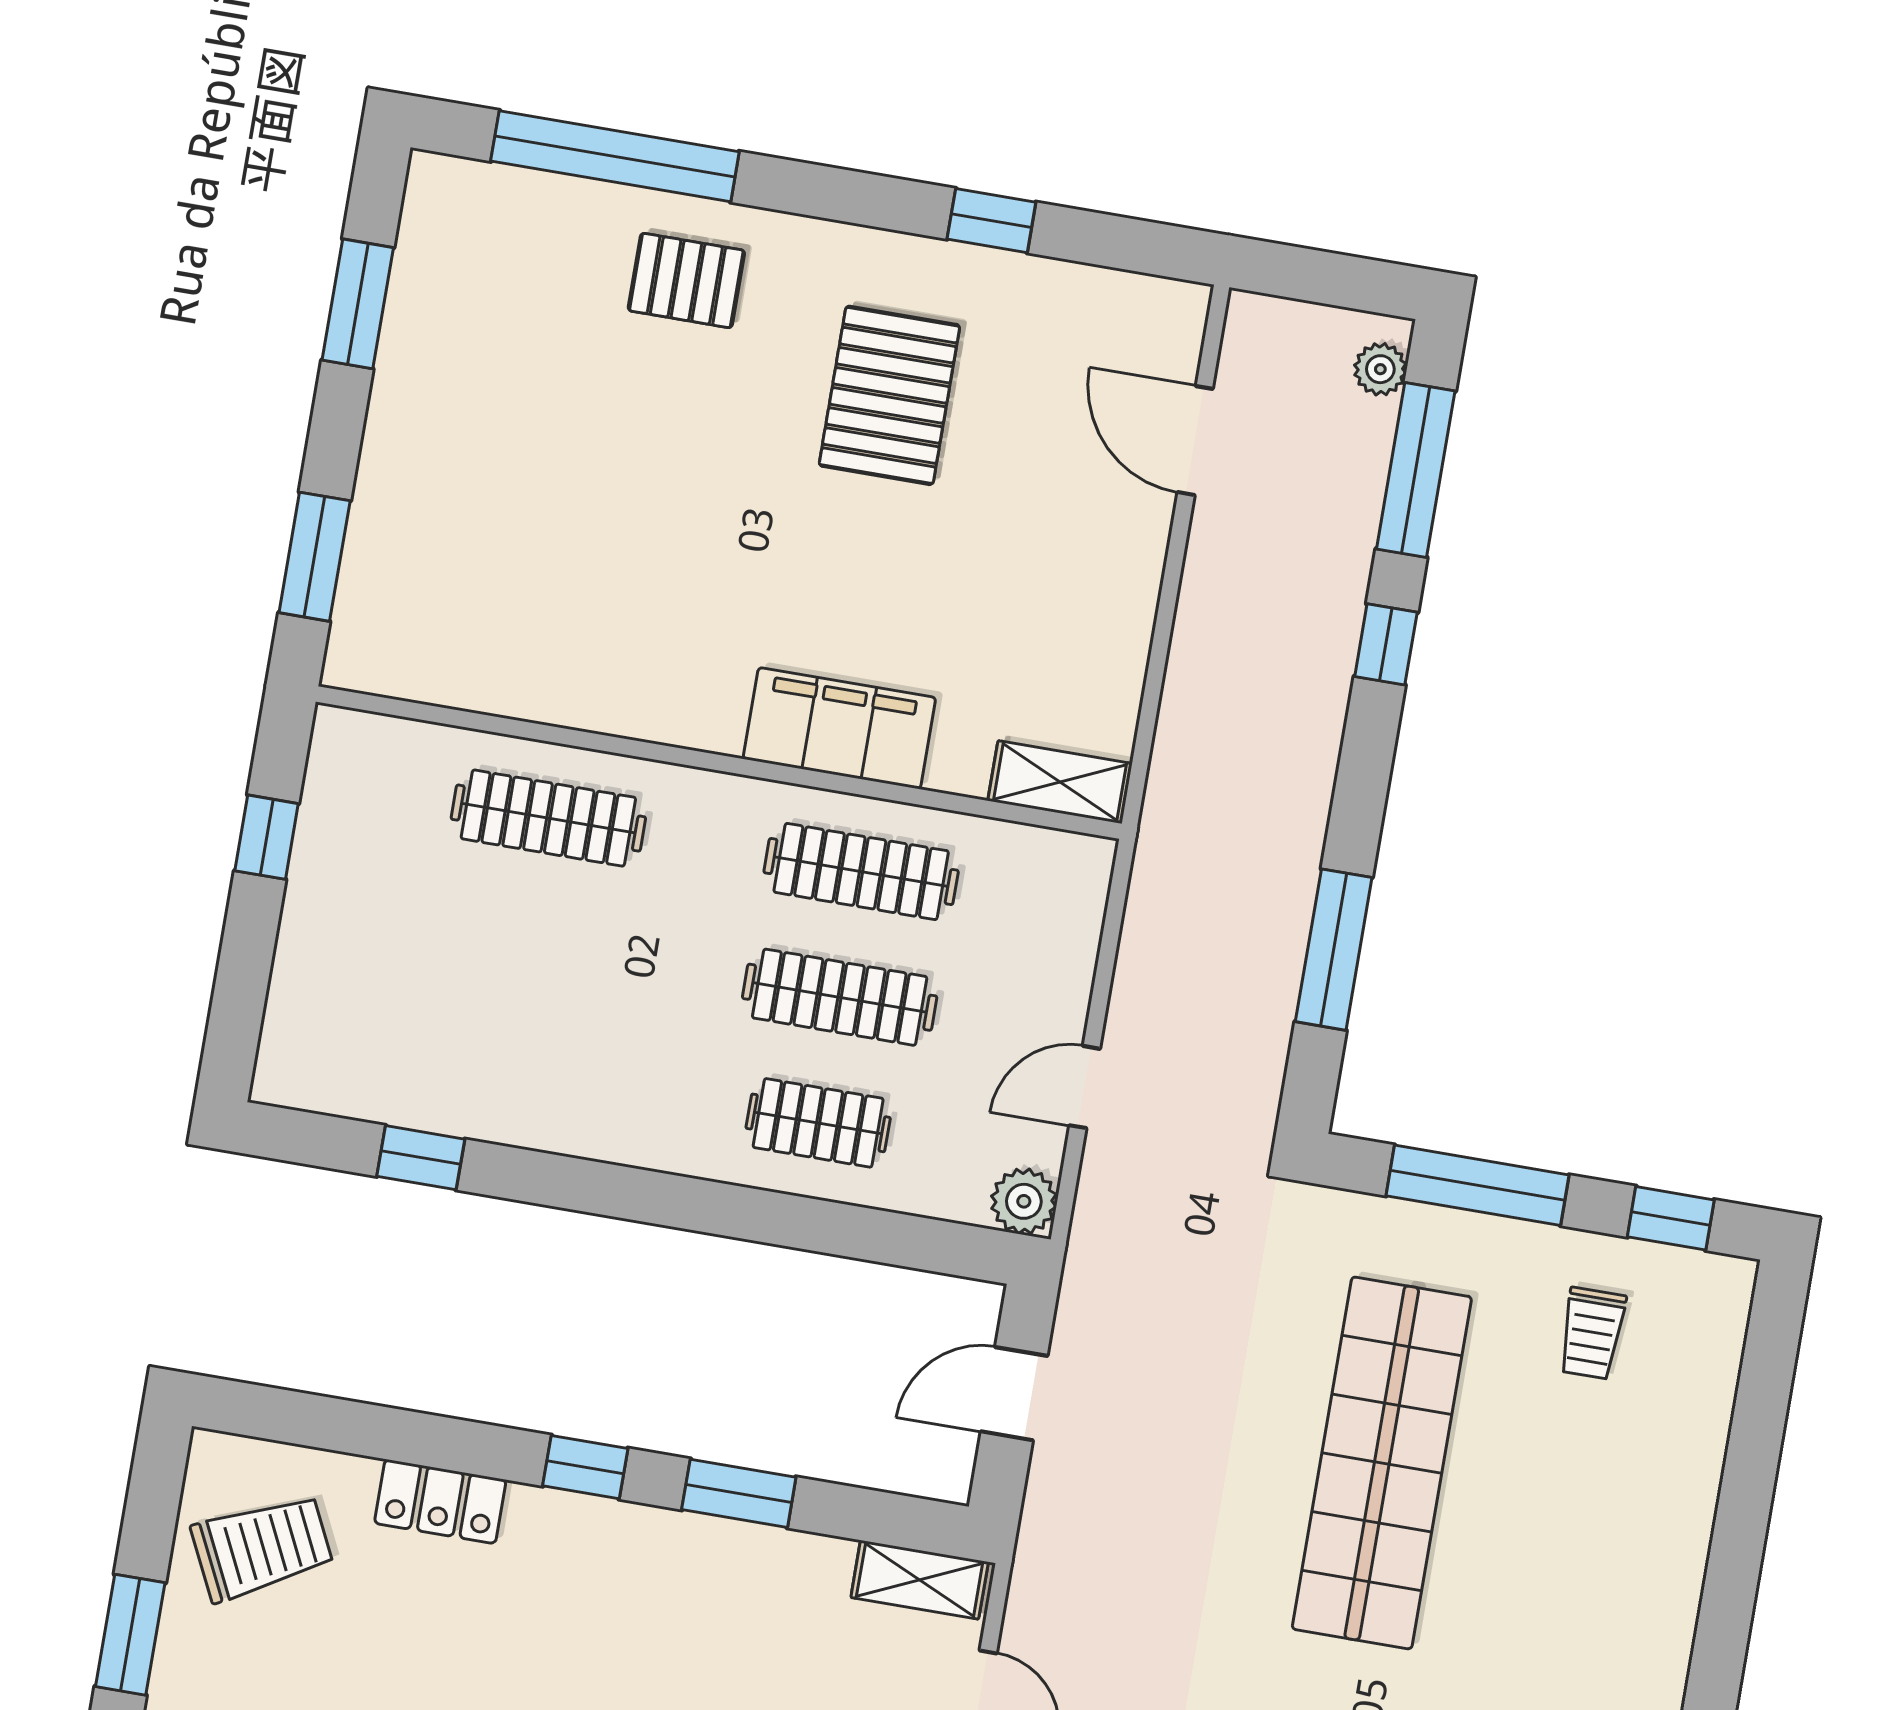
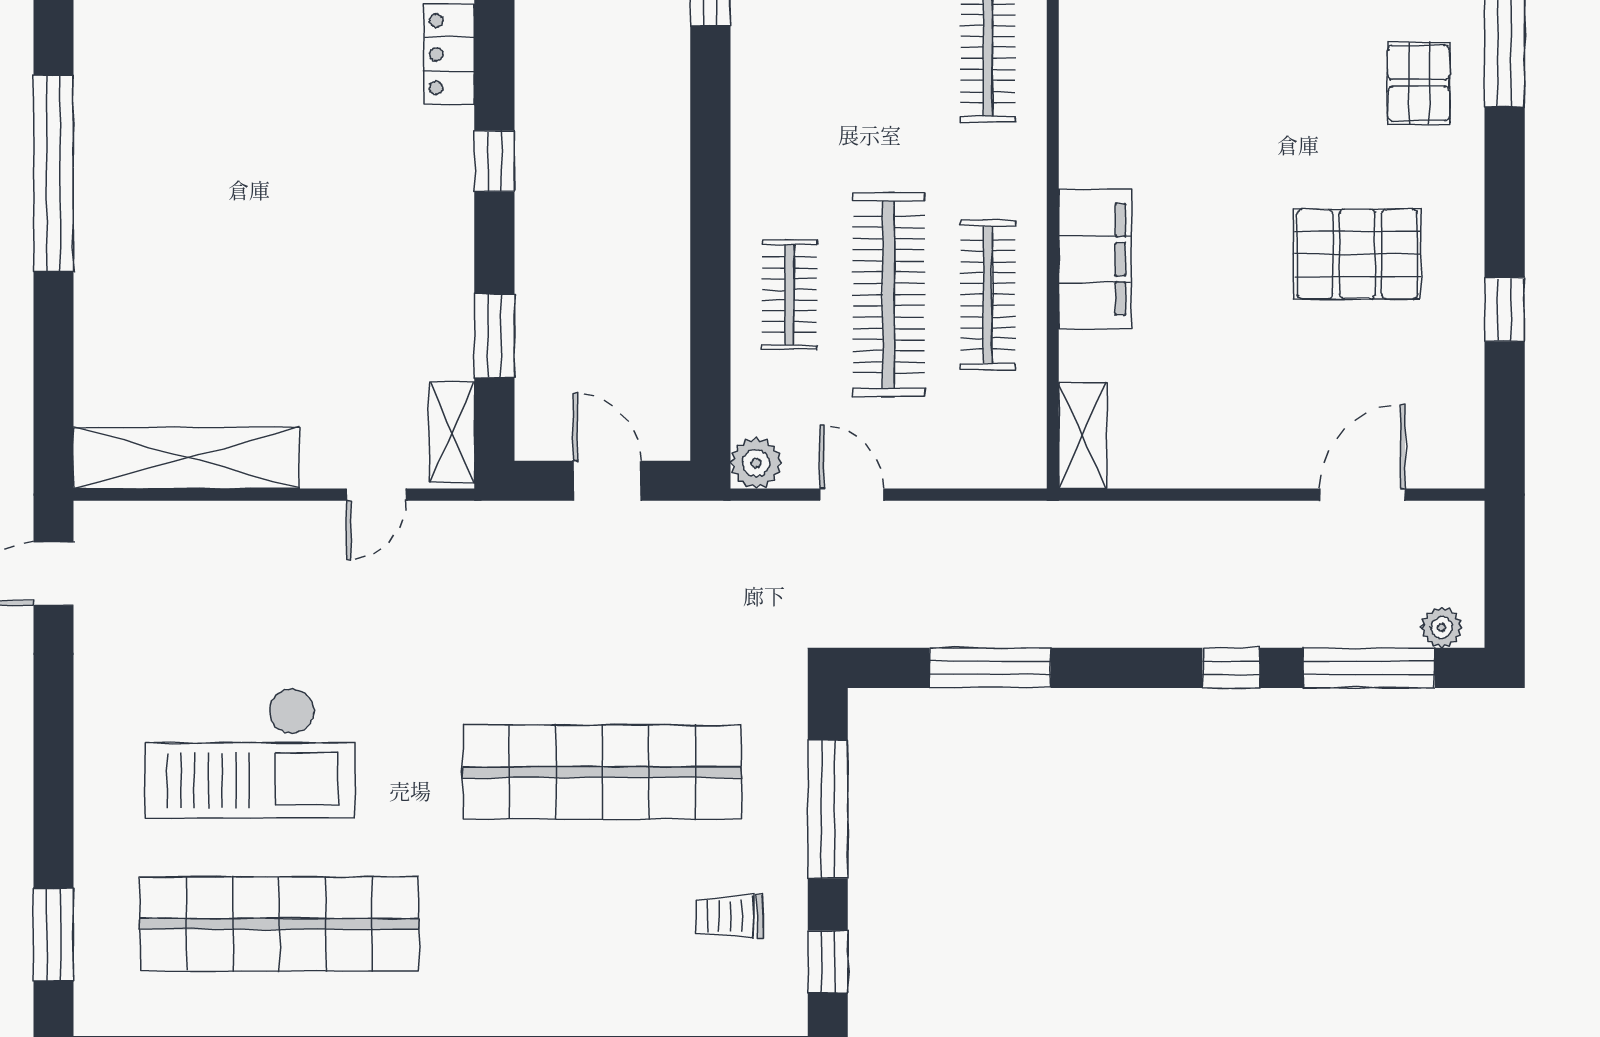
clothes rail: (840, 997) -> (889, 295), width x1.37, depth x1.31
window: (739, 1493) -> (494, 336), moved

